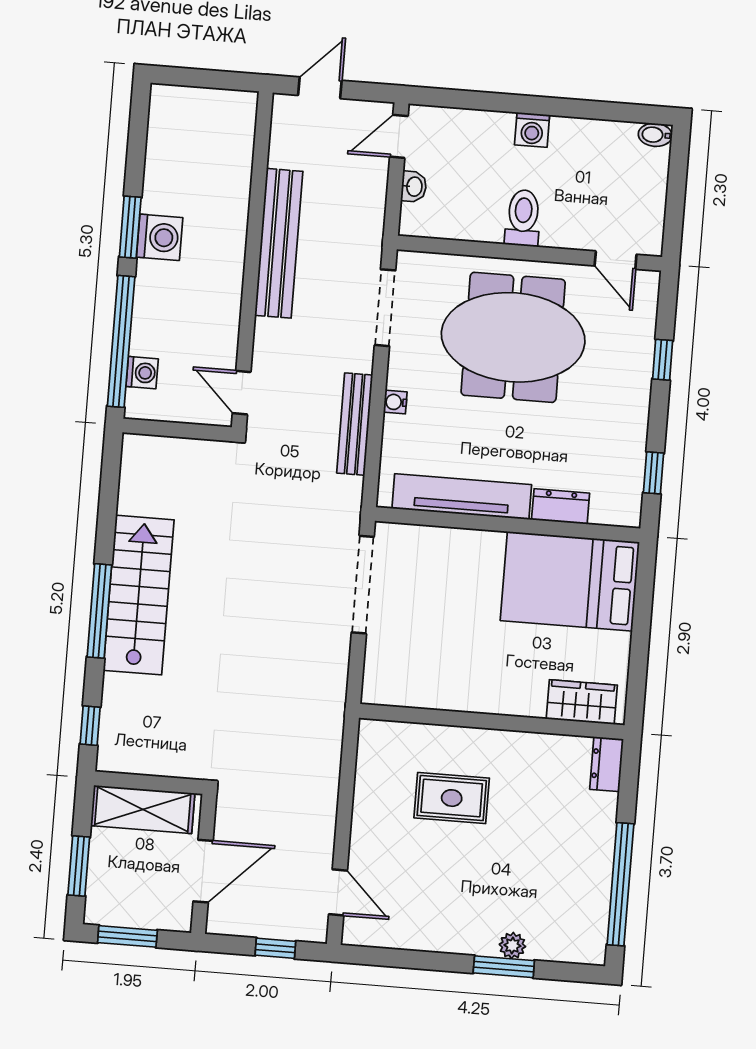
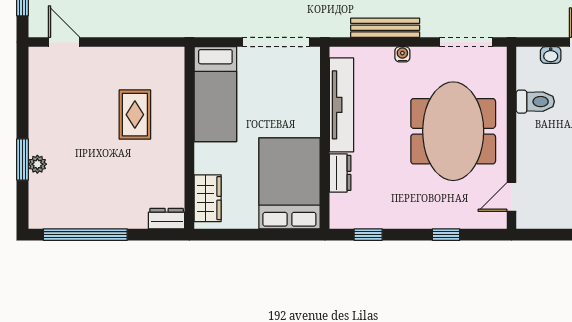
toilet: (523, 218) -> (535, 102), moved
bed: (431, 679) -> (215, 94), added
door: (338, 892) -> (64, 42), swing flipped

